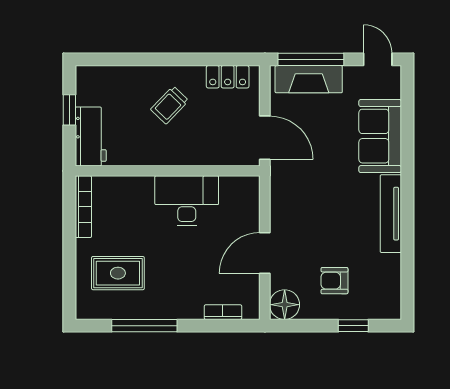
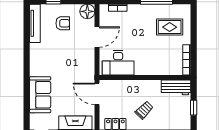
workbench: (91, 137) -> (176, 87), moved, turned -90
desk: (187, 201) -> (118, 63), moved
tv unit: (391, 214) -> (35, 23), moved

